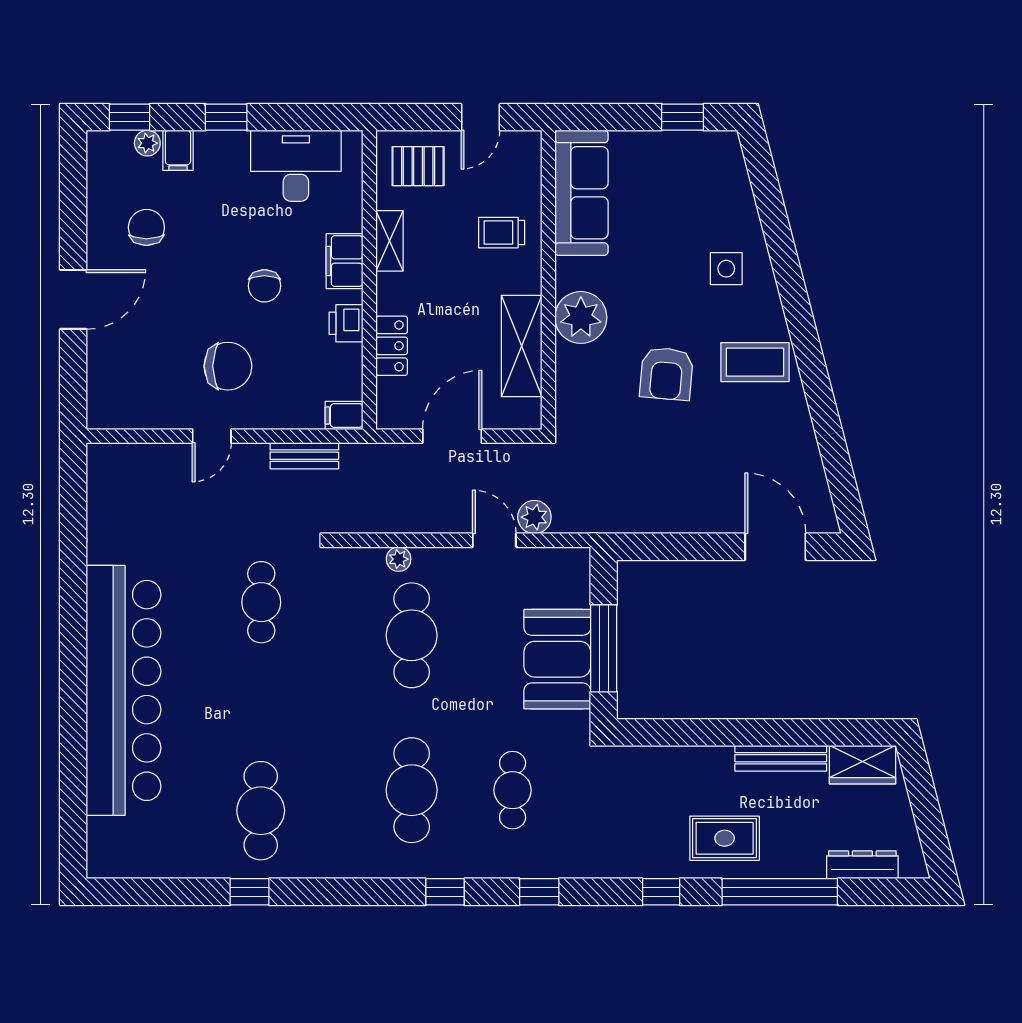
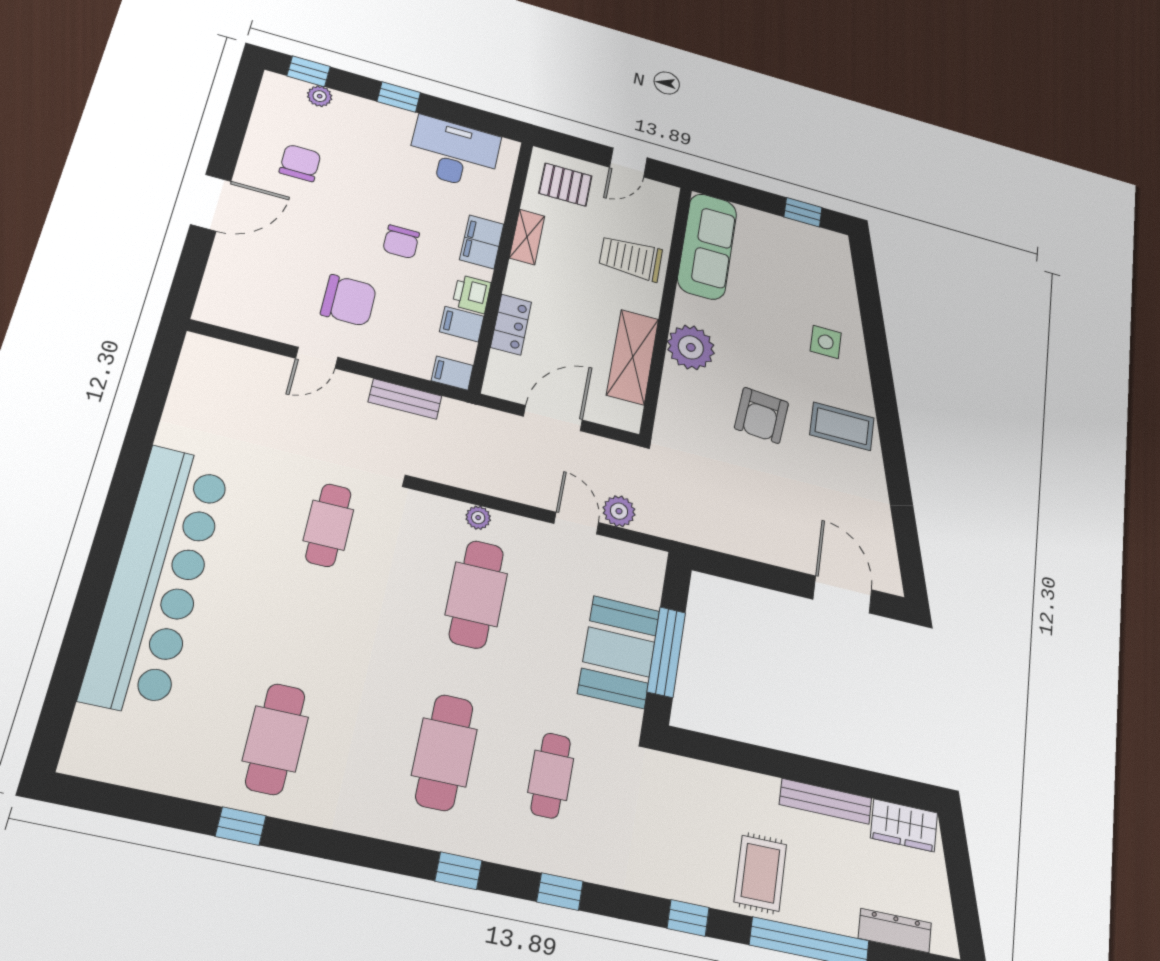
filing cabinet: (178, 150) -> (462, 324), moved, turned 90
trolley: (502, 233) -> (631, 258), width x1.36, depth x1.39
rug: (725, 838) -> (760, 873), turned 90

